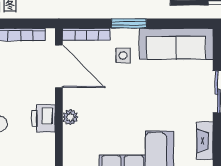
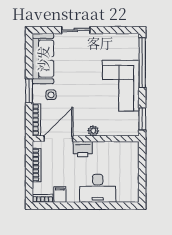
printer: (44, 118) -> (83, 149), moved
fireplace: (205, 141) -> (109, 39), removed

